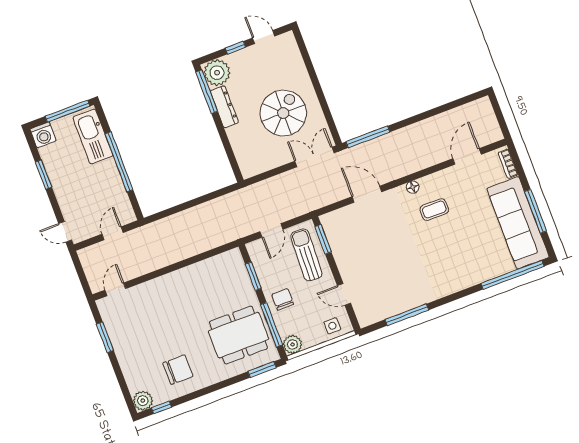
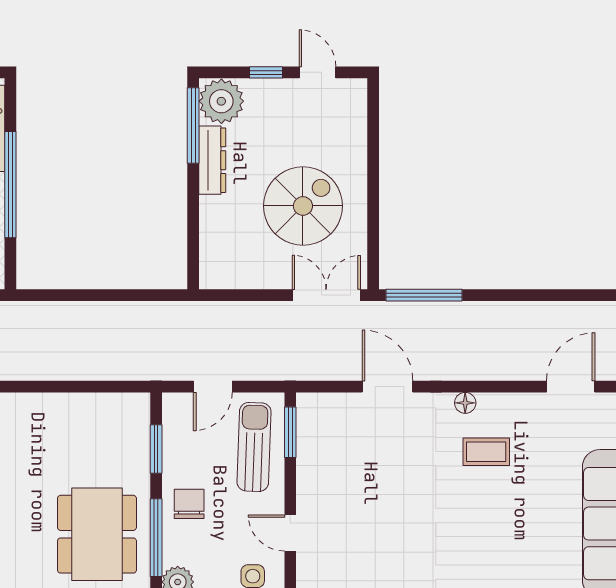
dining table: (238, 335) -> (97, 534), turned 90

